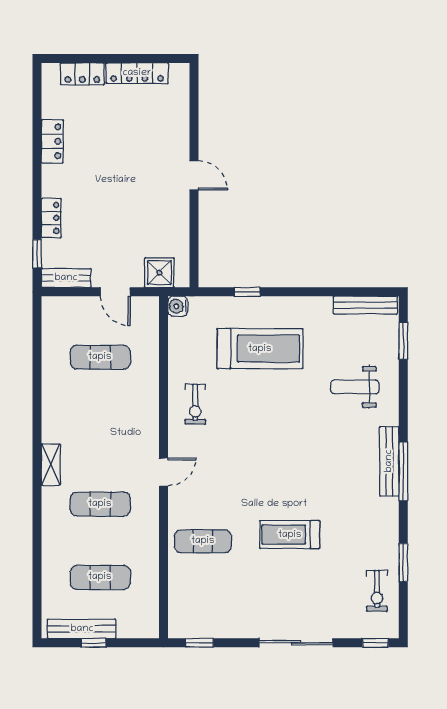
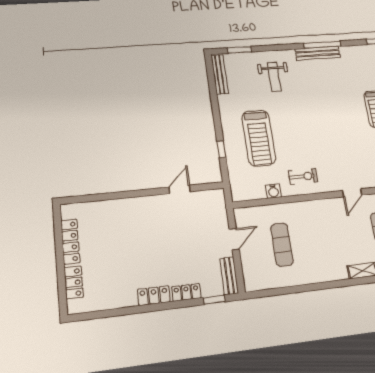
locker: (52, 141) -> (154, 296), moved
door: (194, 175) -> (180, 189), moved
shower: (159, 273) -> (216, 210), removed
water cooler: (178, 306) -> (273, 191), moved
treadmill: (260, 349) -> (259, 138), turned 180
door: (164, 472) -> (352, 193), swing flipped

